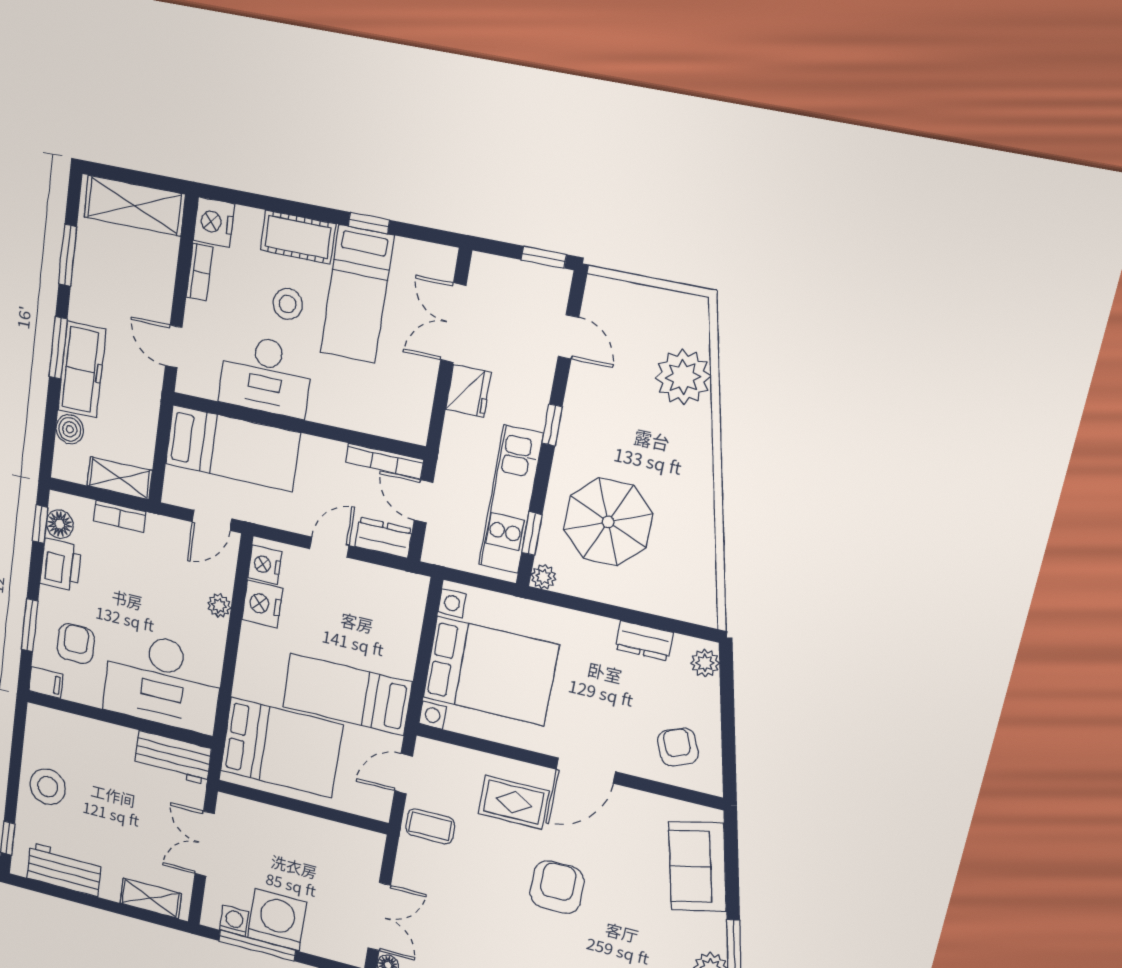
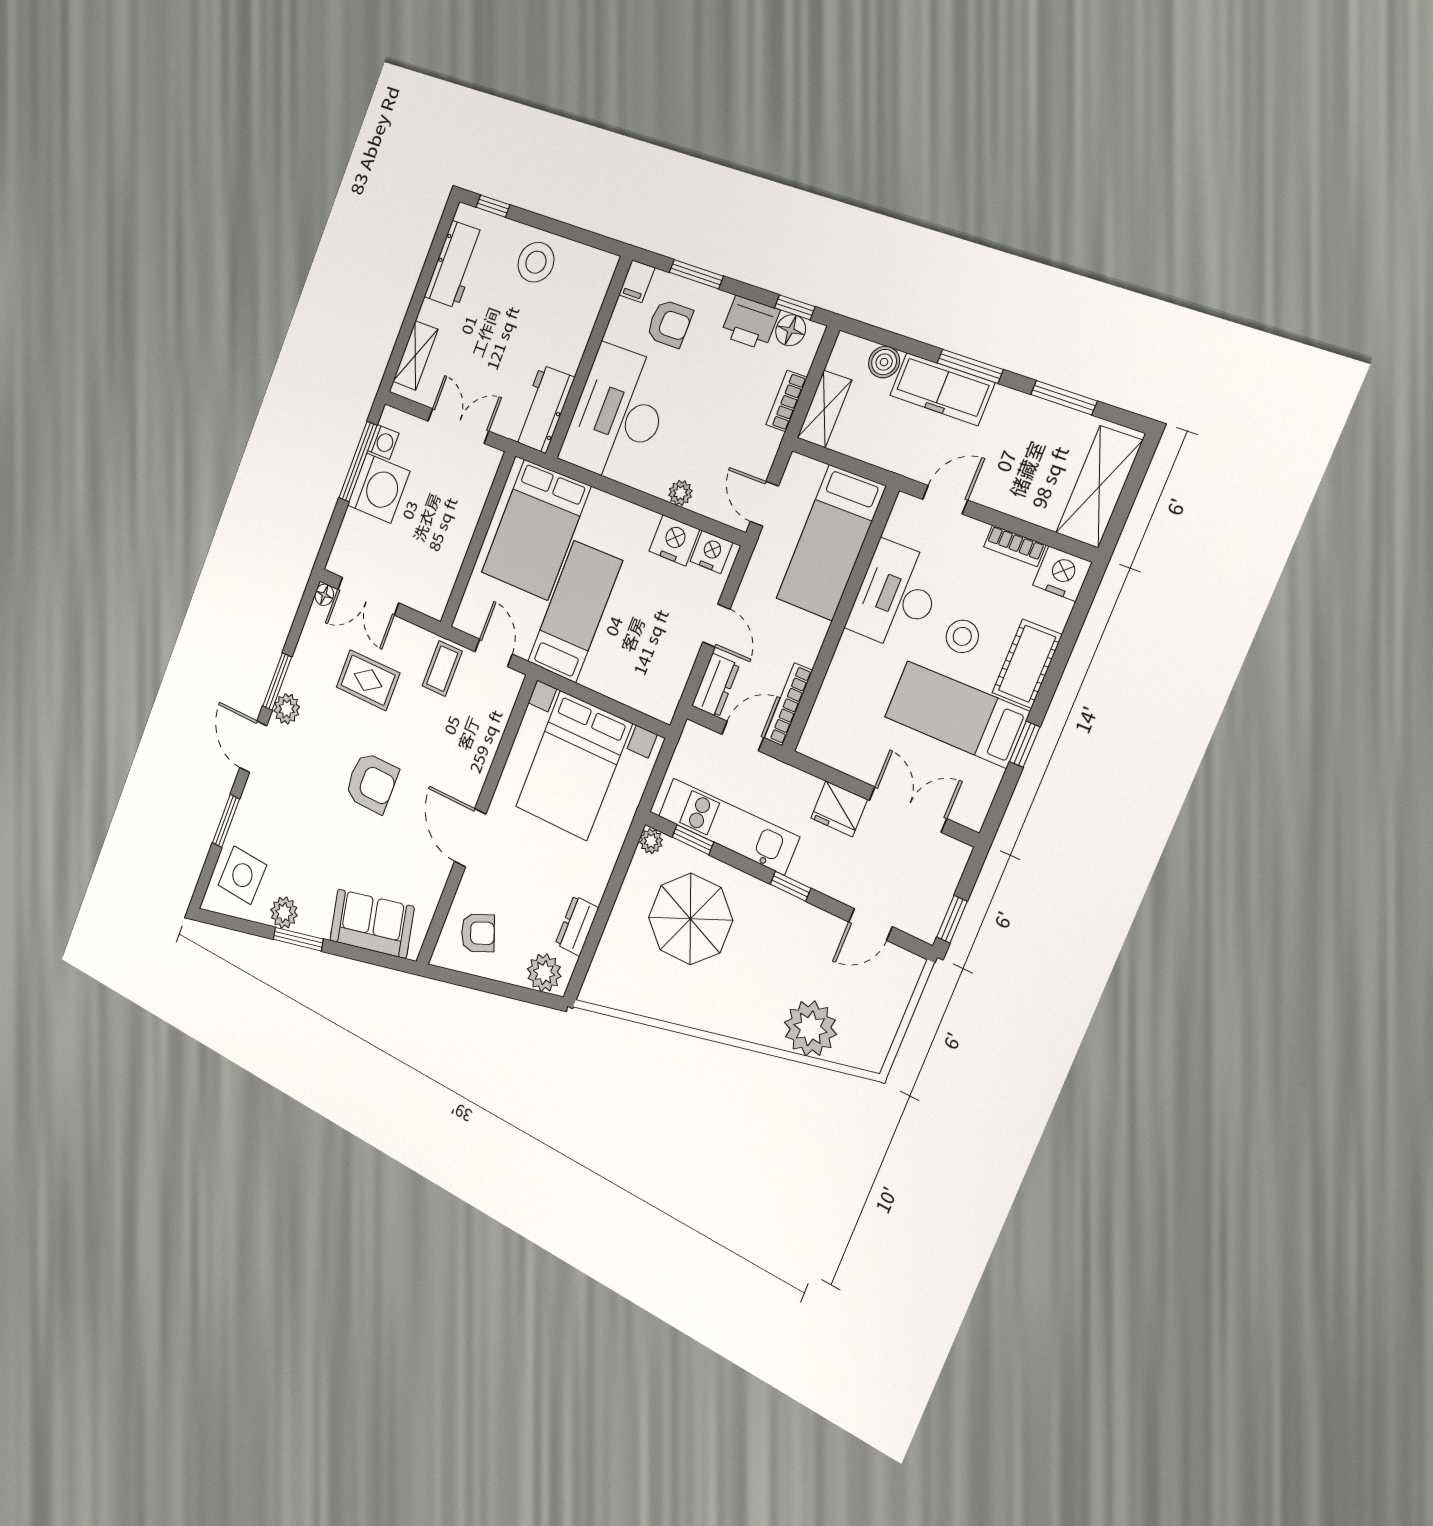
plant: (705, 663) -> (544, 973), width x1.38, depth x1.38
rug: (514, 802) -> (368, 680), moved, turned 90

